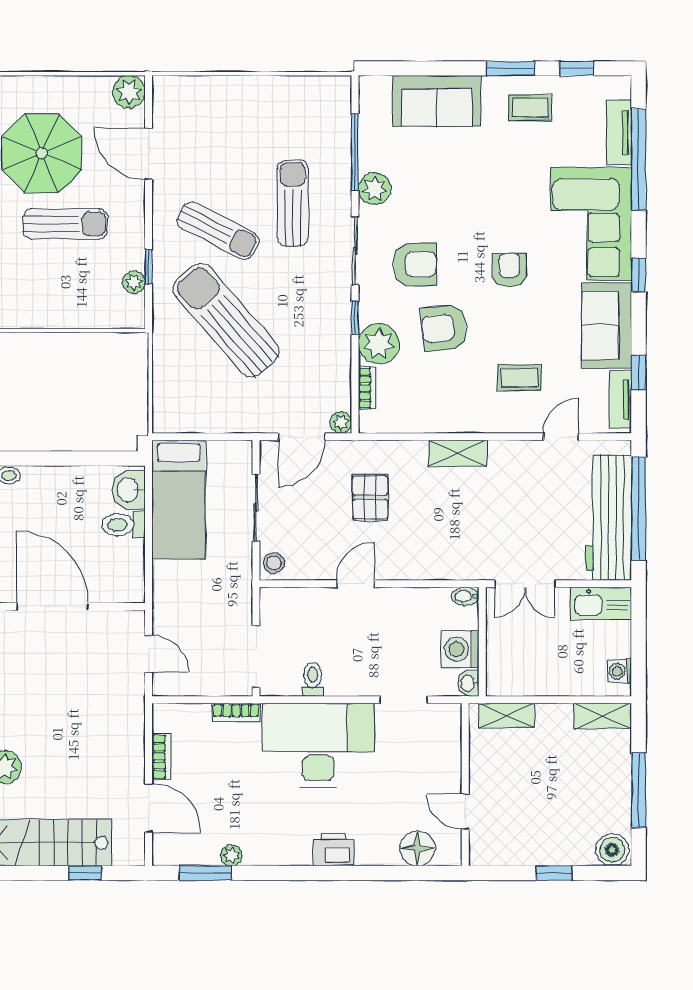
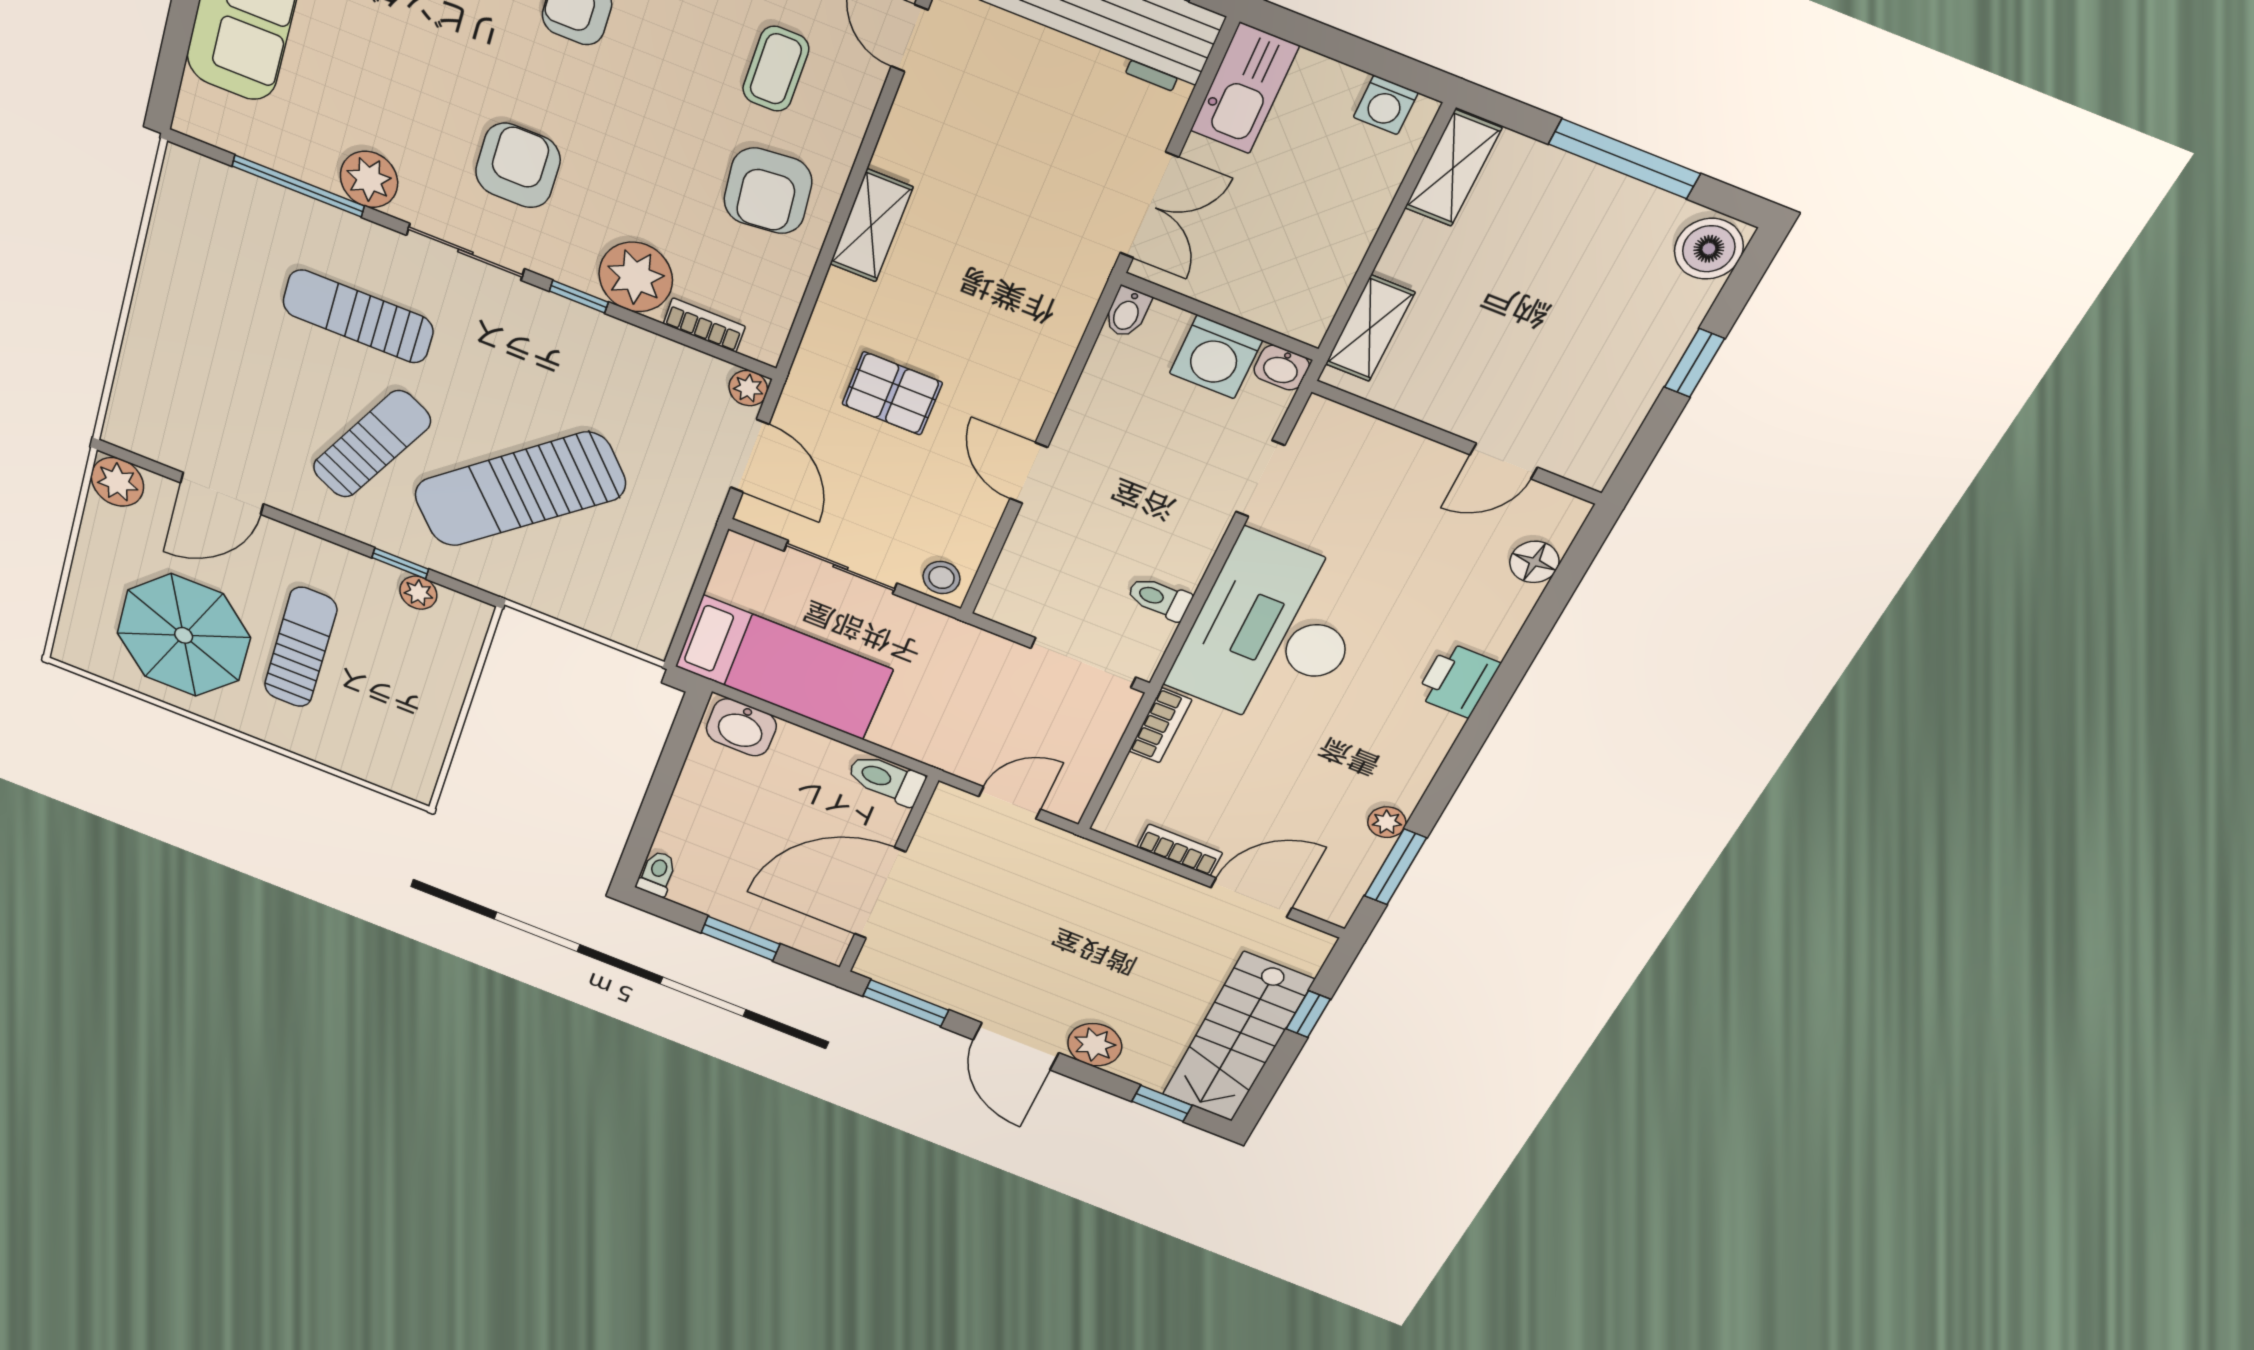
armchair: (444, 328) -> (768, 191), moved
toilet: (123, 525) -> (886, 779), moved, turned 90
floor lamp: (417, 848) -> (1534, 562), width x0.73, depth x0.73

